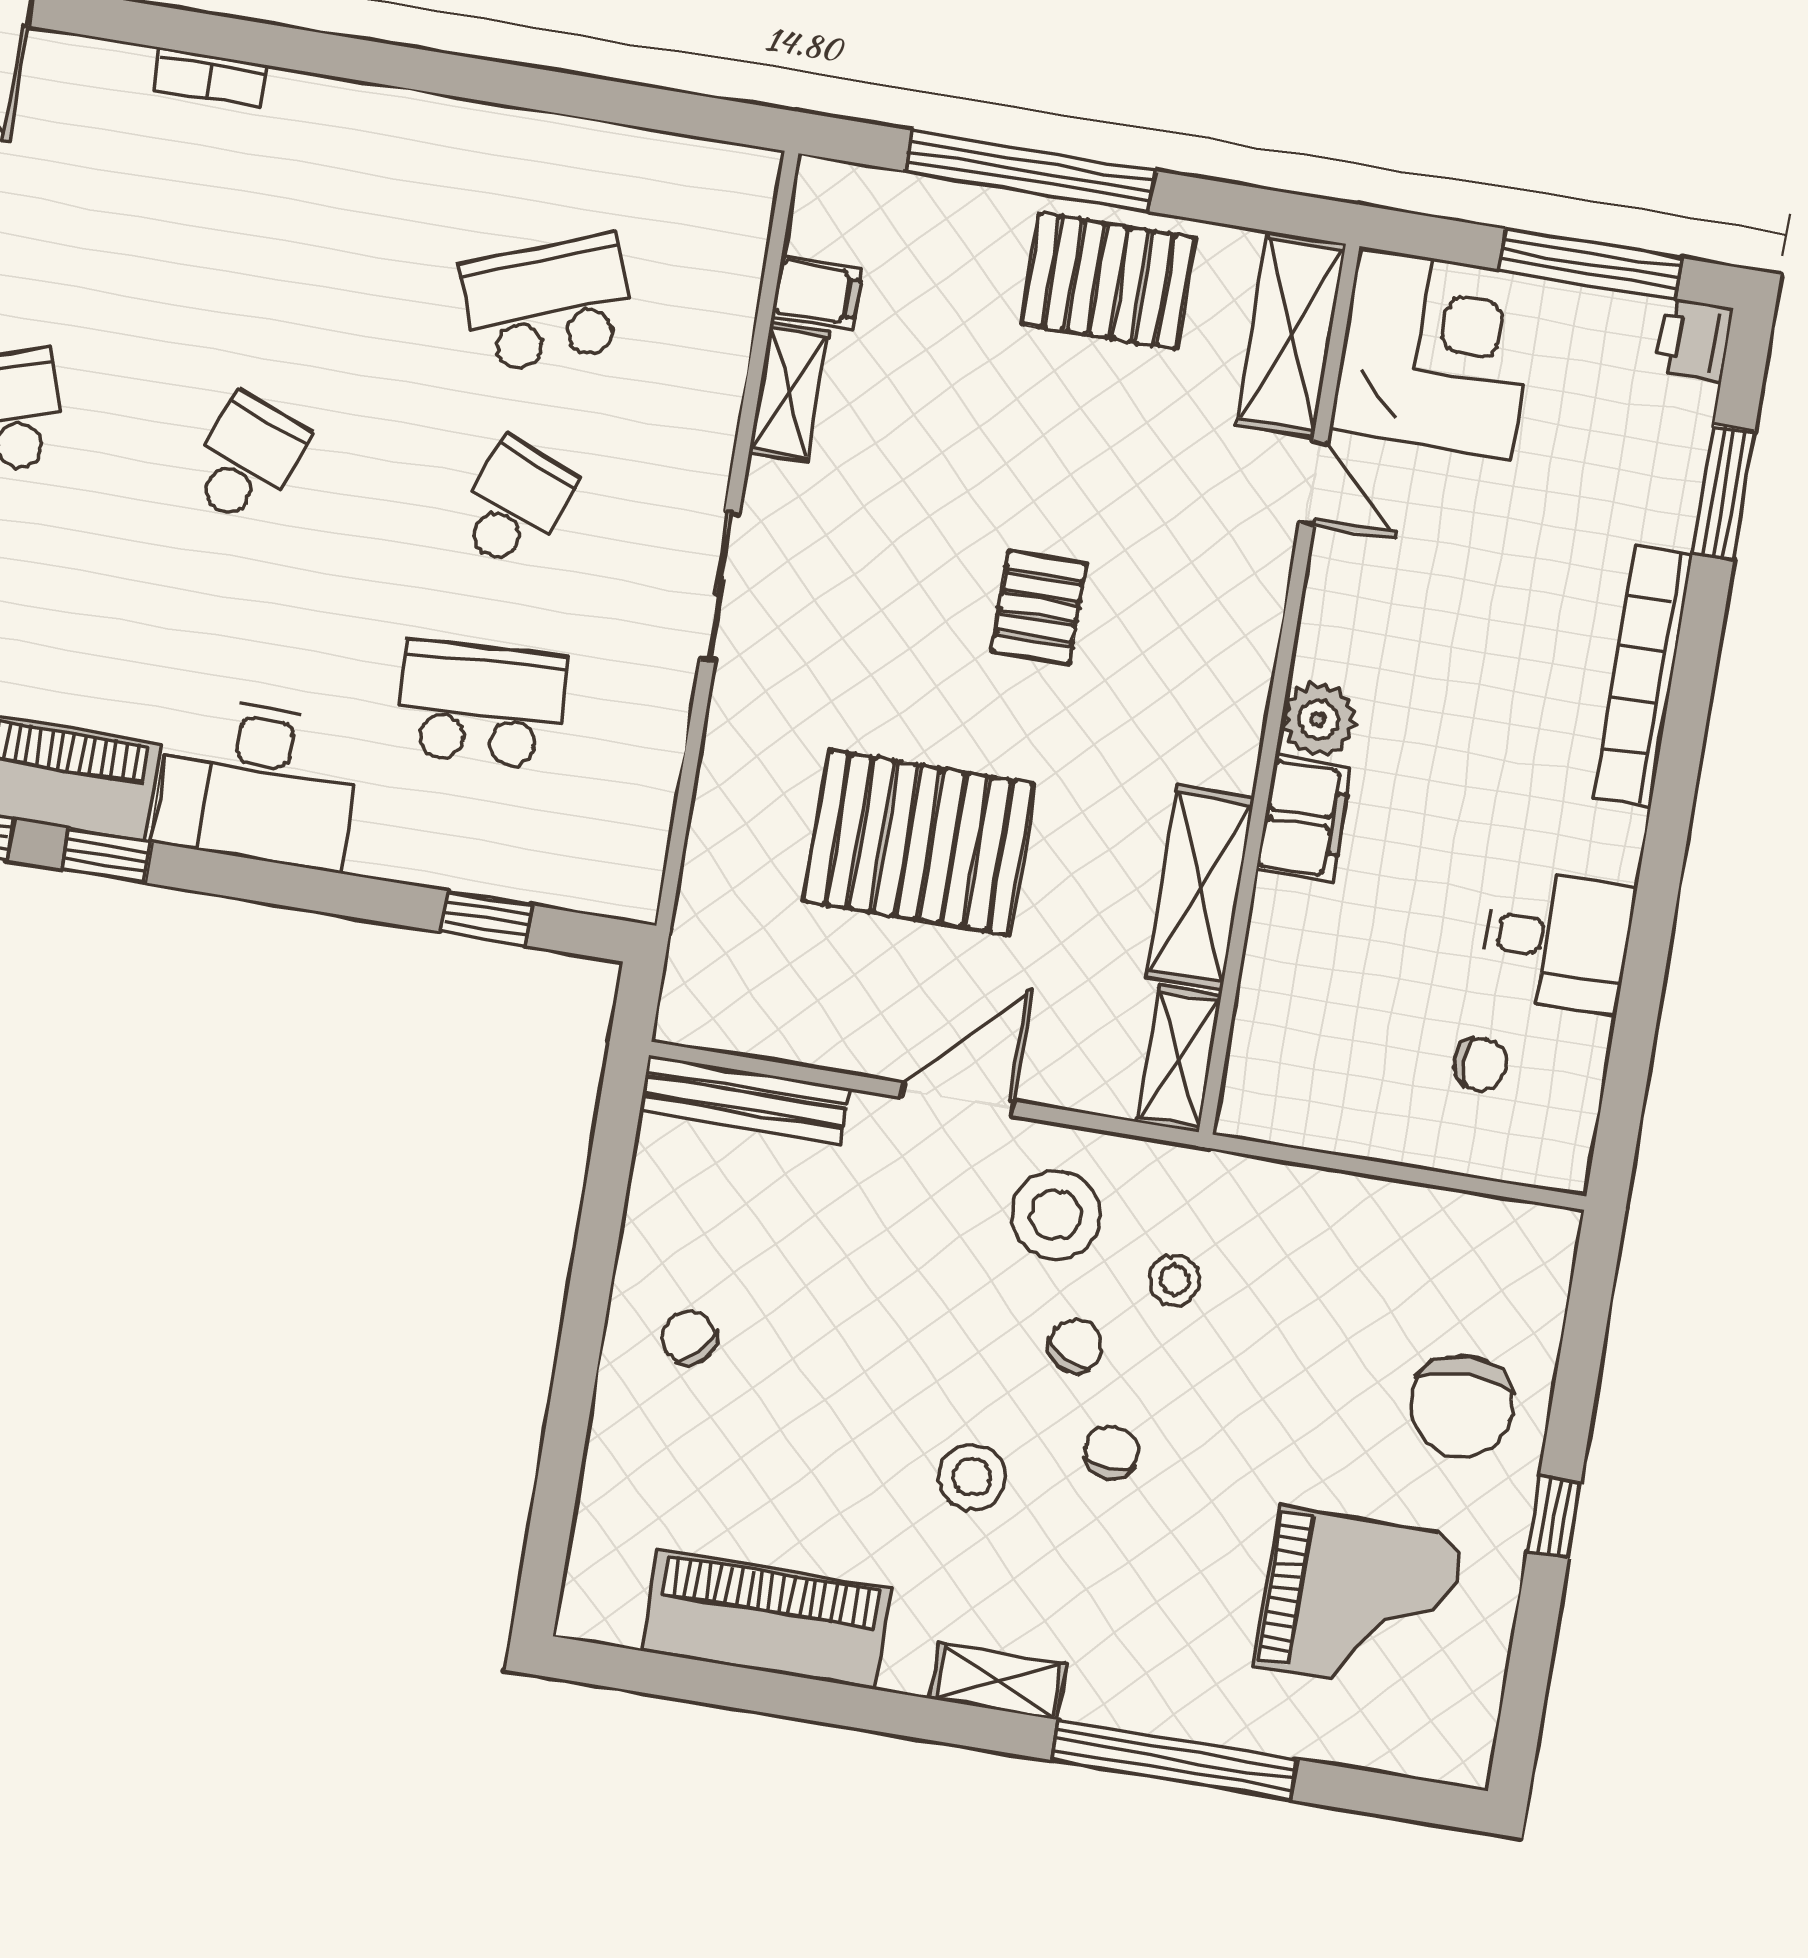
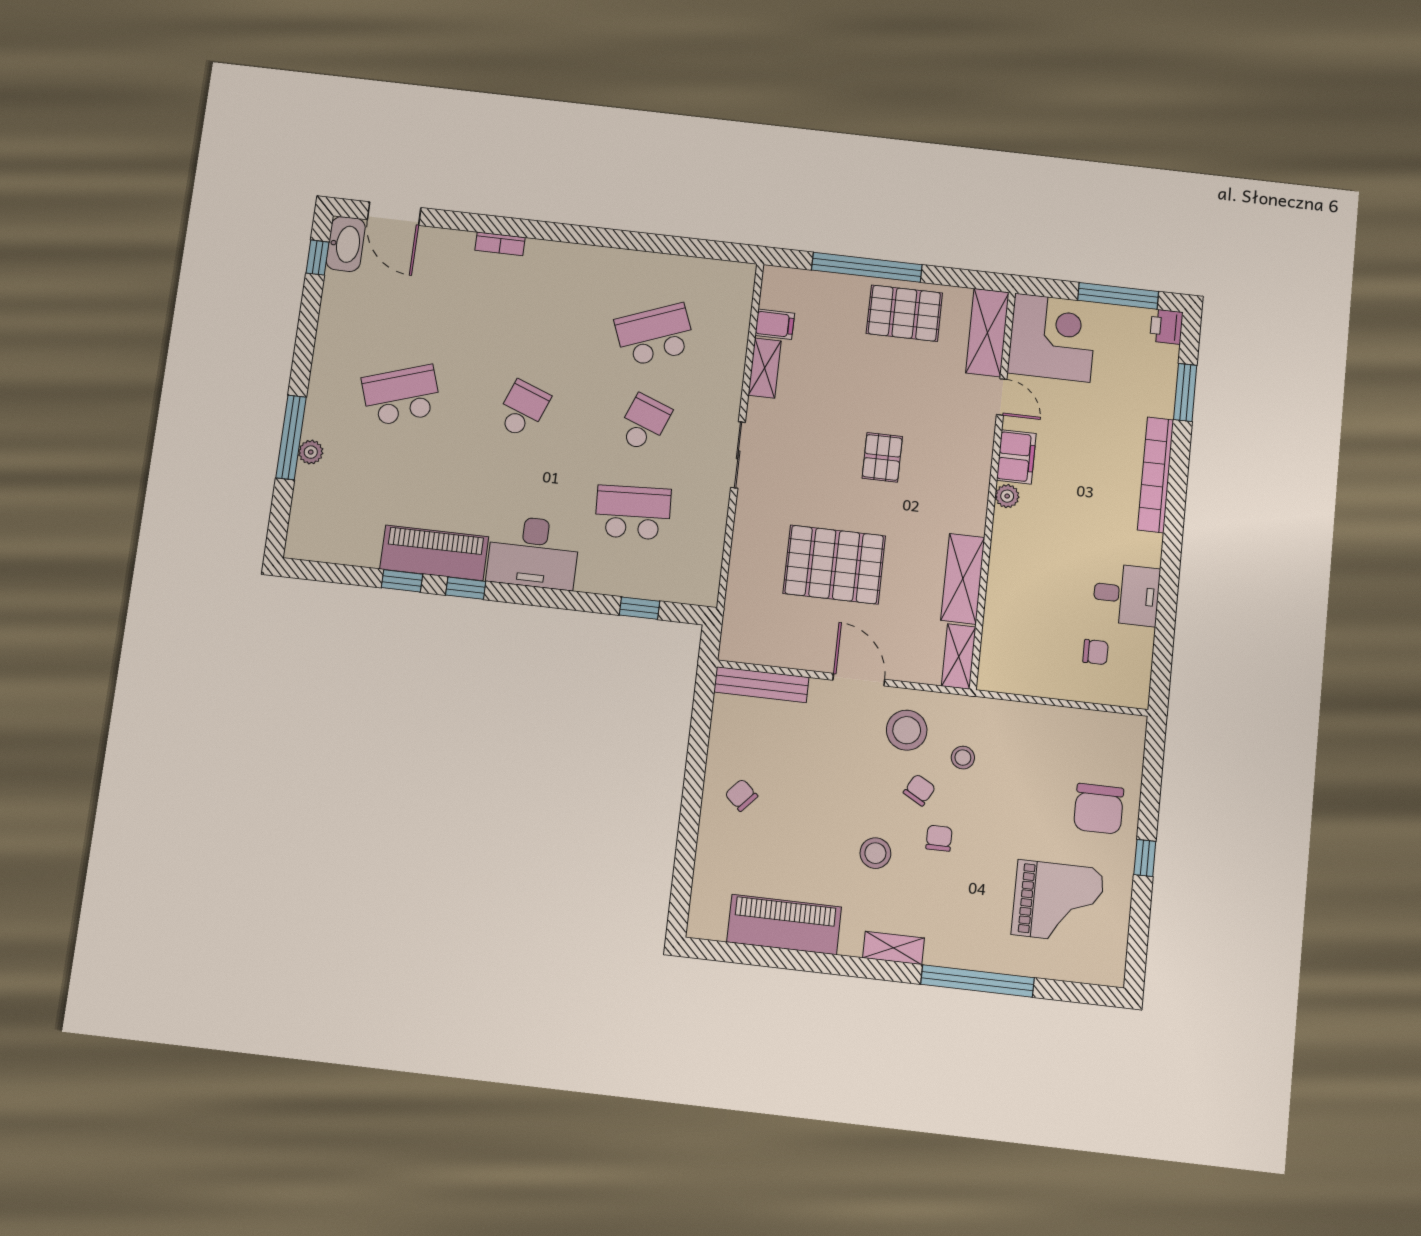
plant: (1319, 719) -> (1007, 496), width x0.73, depth x0.73
filing cabinet: (1304, 819) -> (1016, 457), moved
door: (958, 1099) -> (859, 680), hinge flipped

